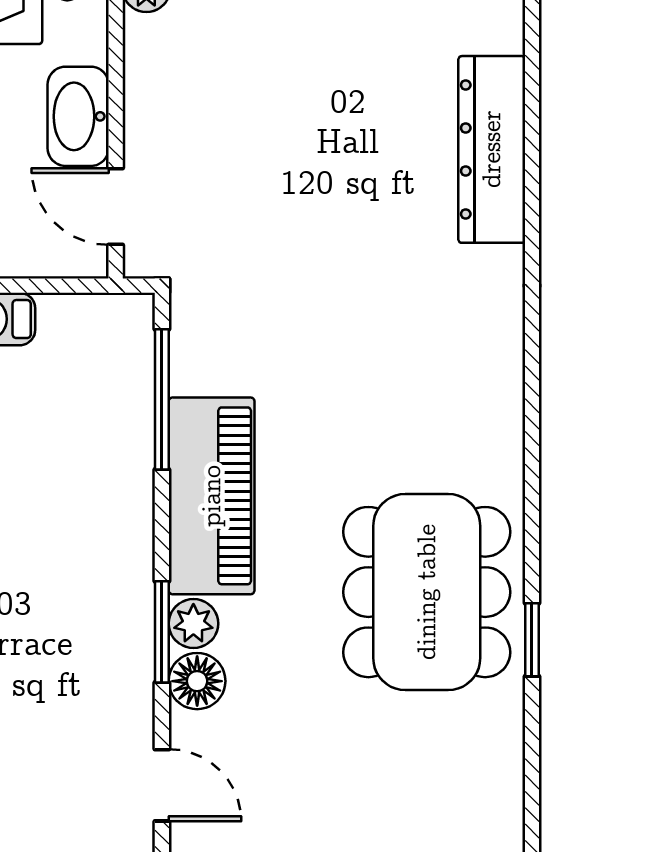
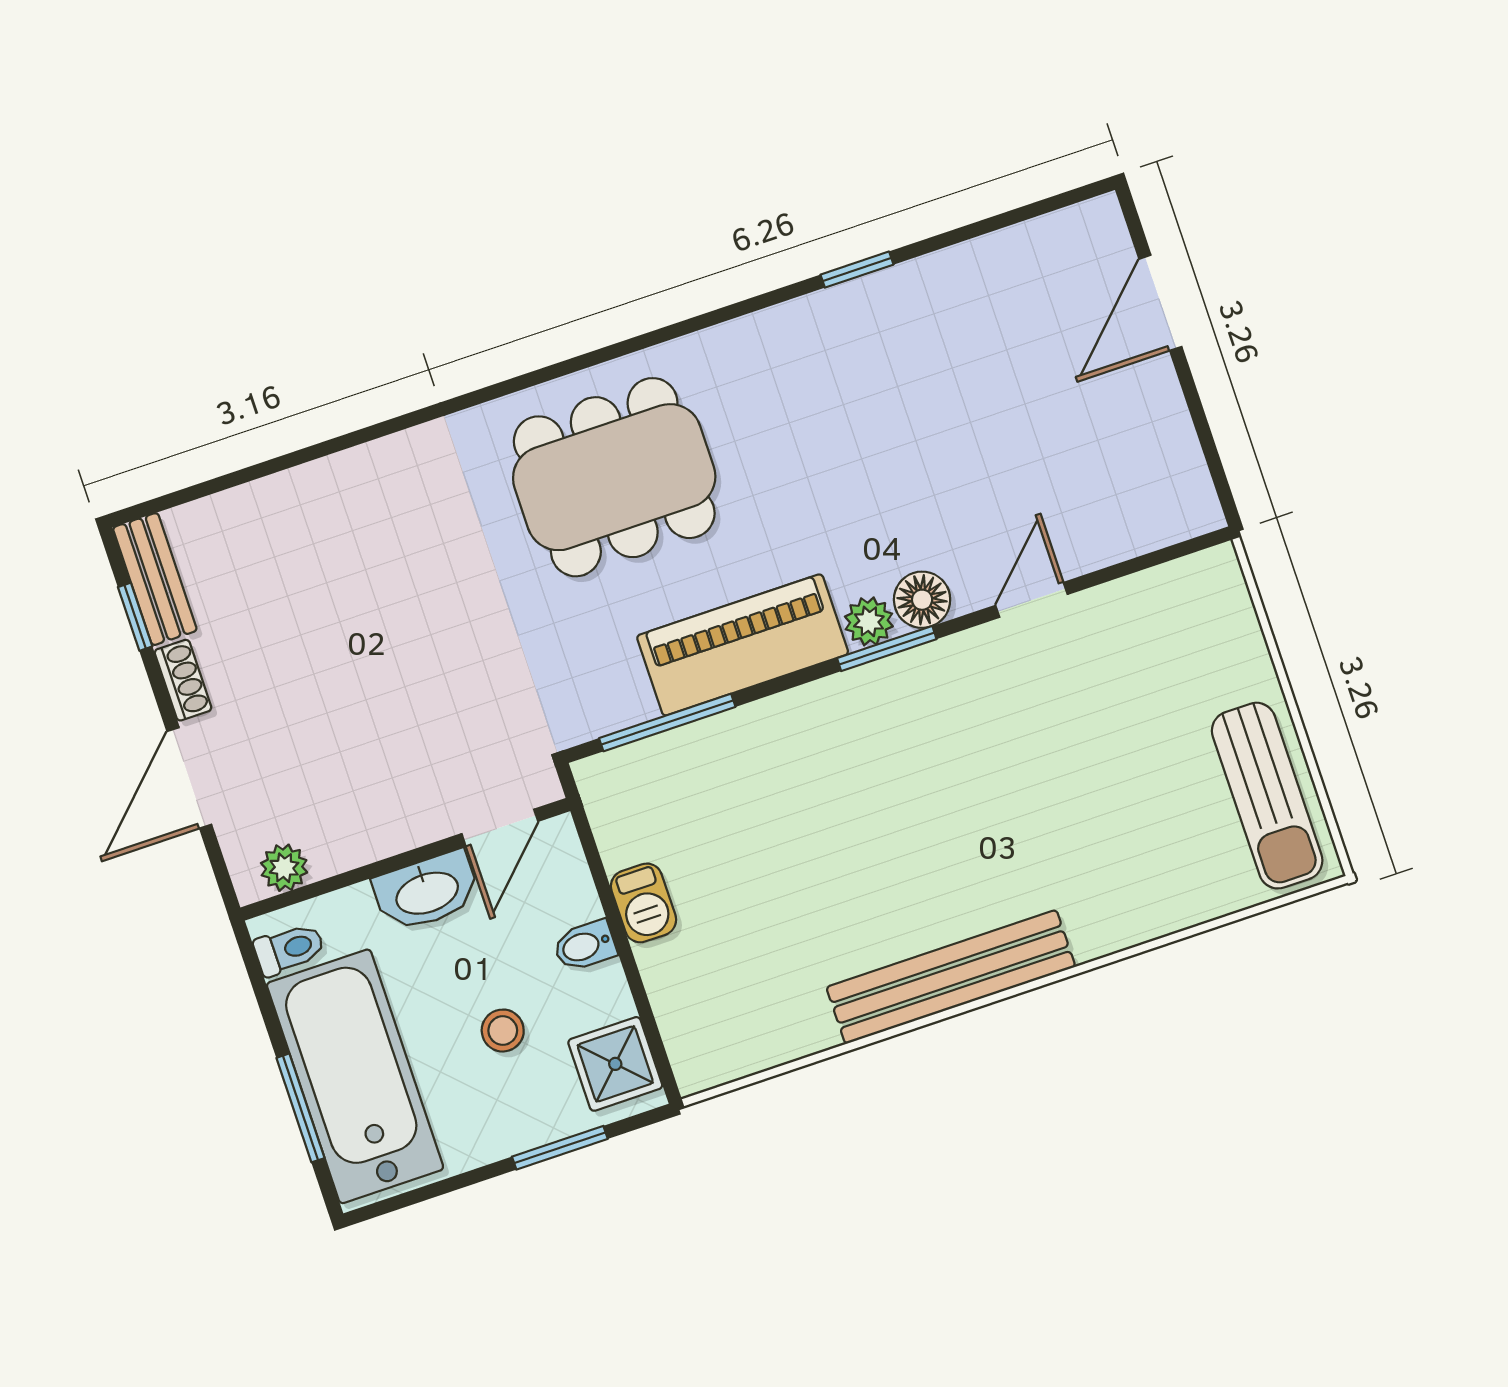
dresser: (492, 149) -> (326, 490), removed
dining table: (427, 592) -> (614, 477), moved
window: (532, 640) -> (857, 270), moved

